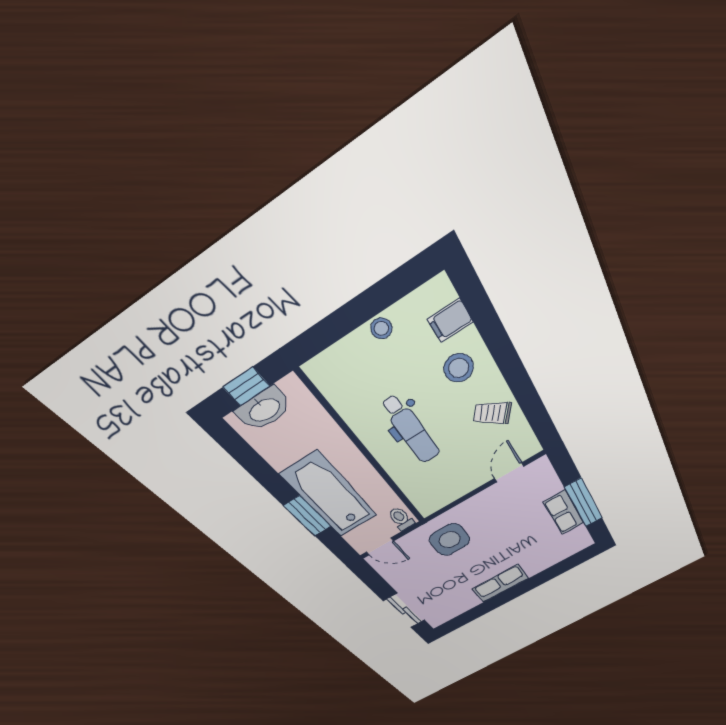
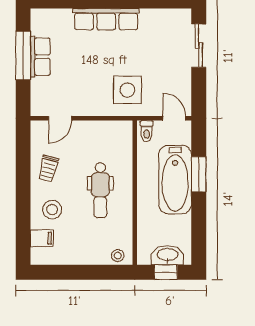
stool: (381, 328) -> (118, 256), moved
trolley: (493, 413) -> (48, 169), turned 68
dental chair: (411, 430) -> (100, 190), turned 180
row of seats: (500, 583) -> (106, 19), width x1.48

